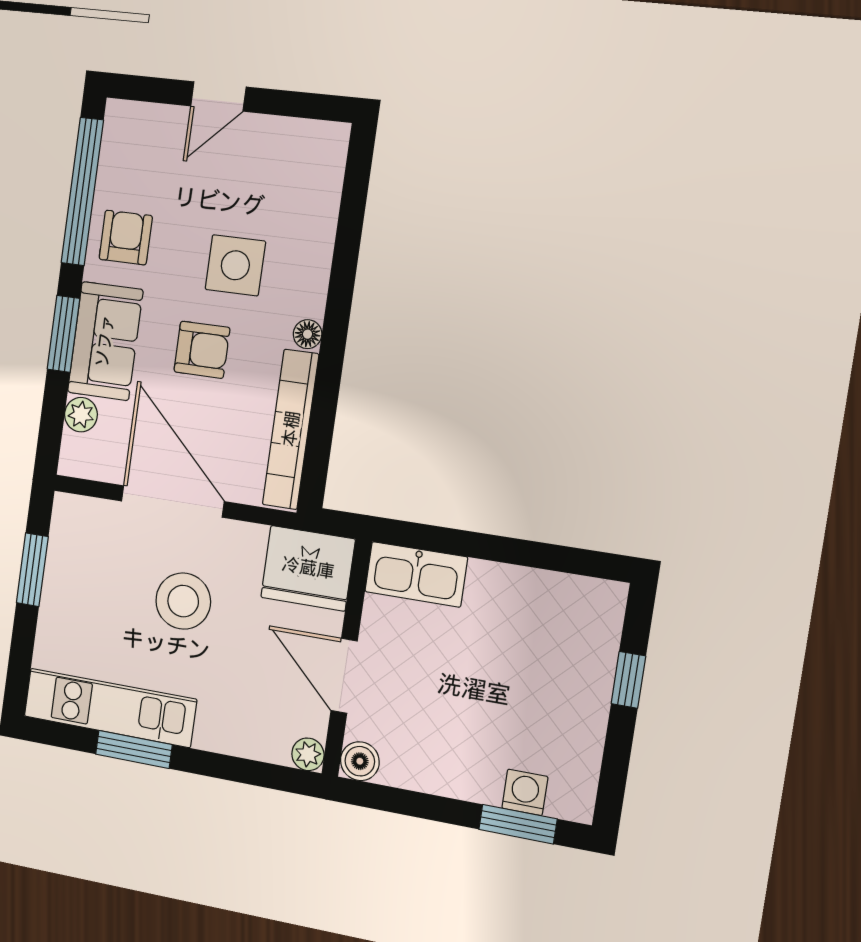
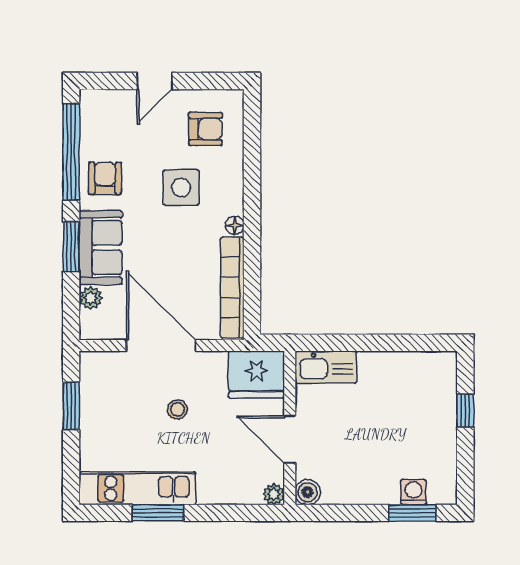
armchair: (202, 350) -> (205, 129), moved
stool: (183, 601) -> (177, 409), width x0.53, depth x0.53

